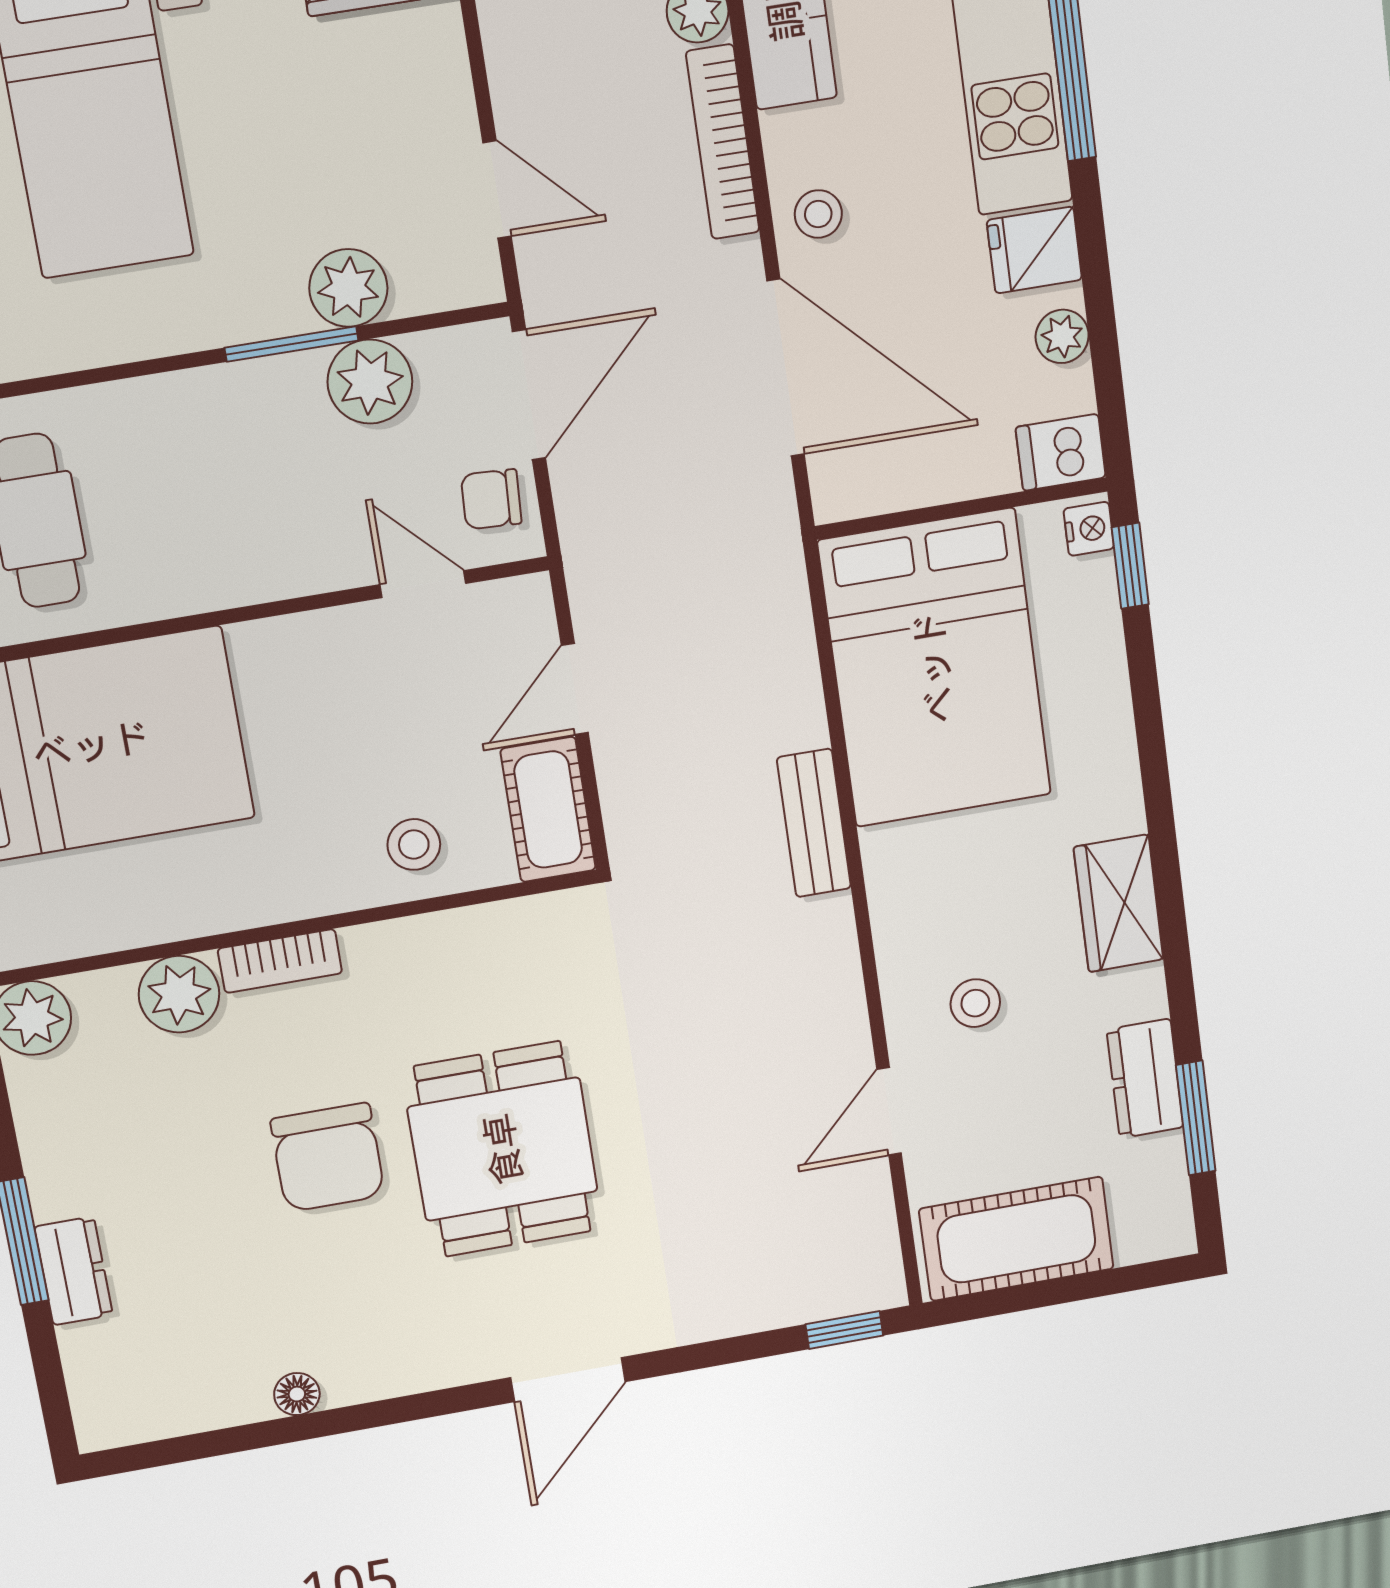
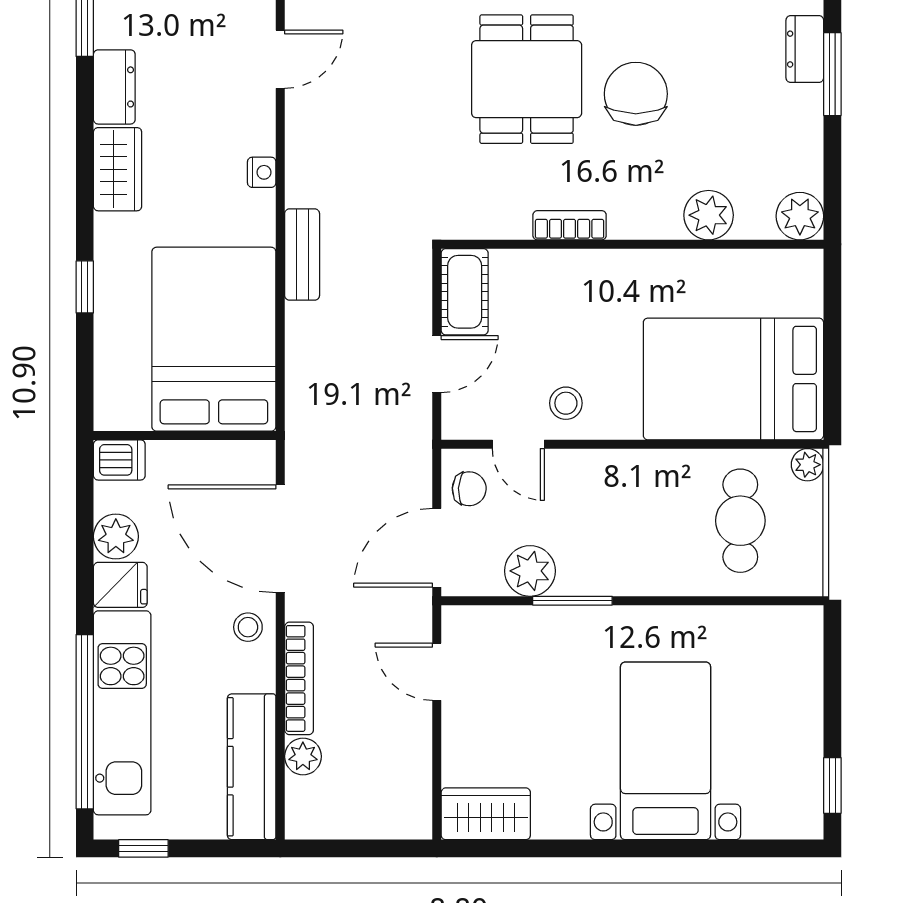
plant: (348, 288) -> (534, 628), removed
plant: (1062, 336) -> (116, 536), width x1.38, depth x1.38
nightstand: (1089, 529) -> (262, 172), moved, turned 180
window: (1130, 566) -> (85, 287), moved
stool: (414, 845) -> (566, 403), moved
bookcase: (280, 961) -> (570, 225), moved
stool: (975, 1003) -> (216, 120), removed
dresser: (1145, 1079) -> (114, 87), moved

